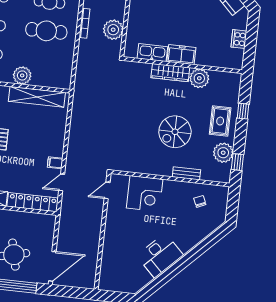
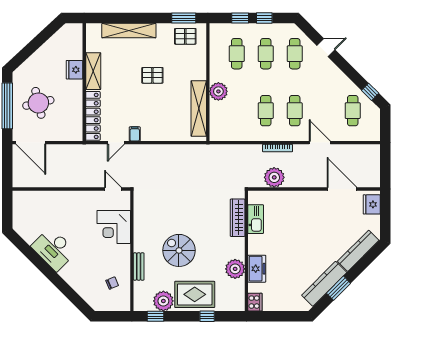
cafe table: (46, 31) -> (266, 111), width x0.73, depth x0.74
cooker: (239, 39) -> (255, 302), moved, turned 90
freezer: (181, 55) -> (257, 269), moved
wardrobe: (170, 73) -> (238, 218), moved
rug: (220, 121) -> (195, 294), width x1.36, depth x1.43
door: (62, 182) -> (116, 143), swing flipped

